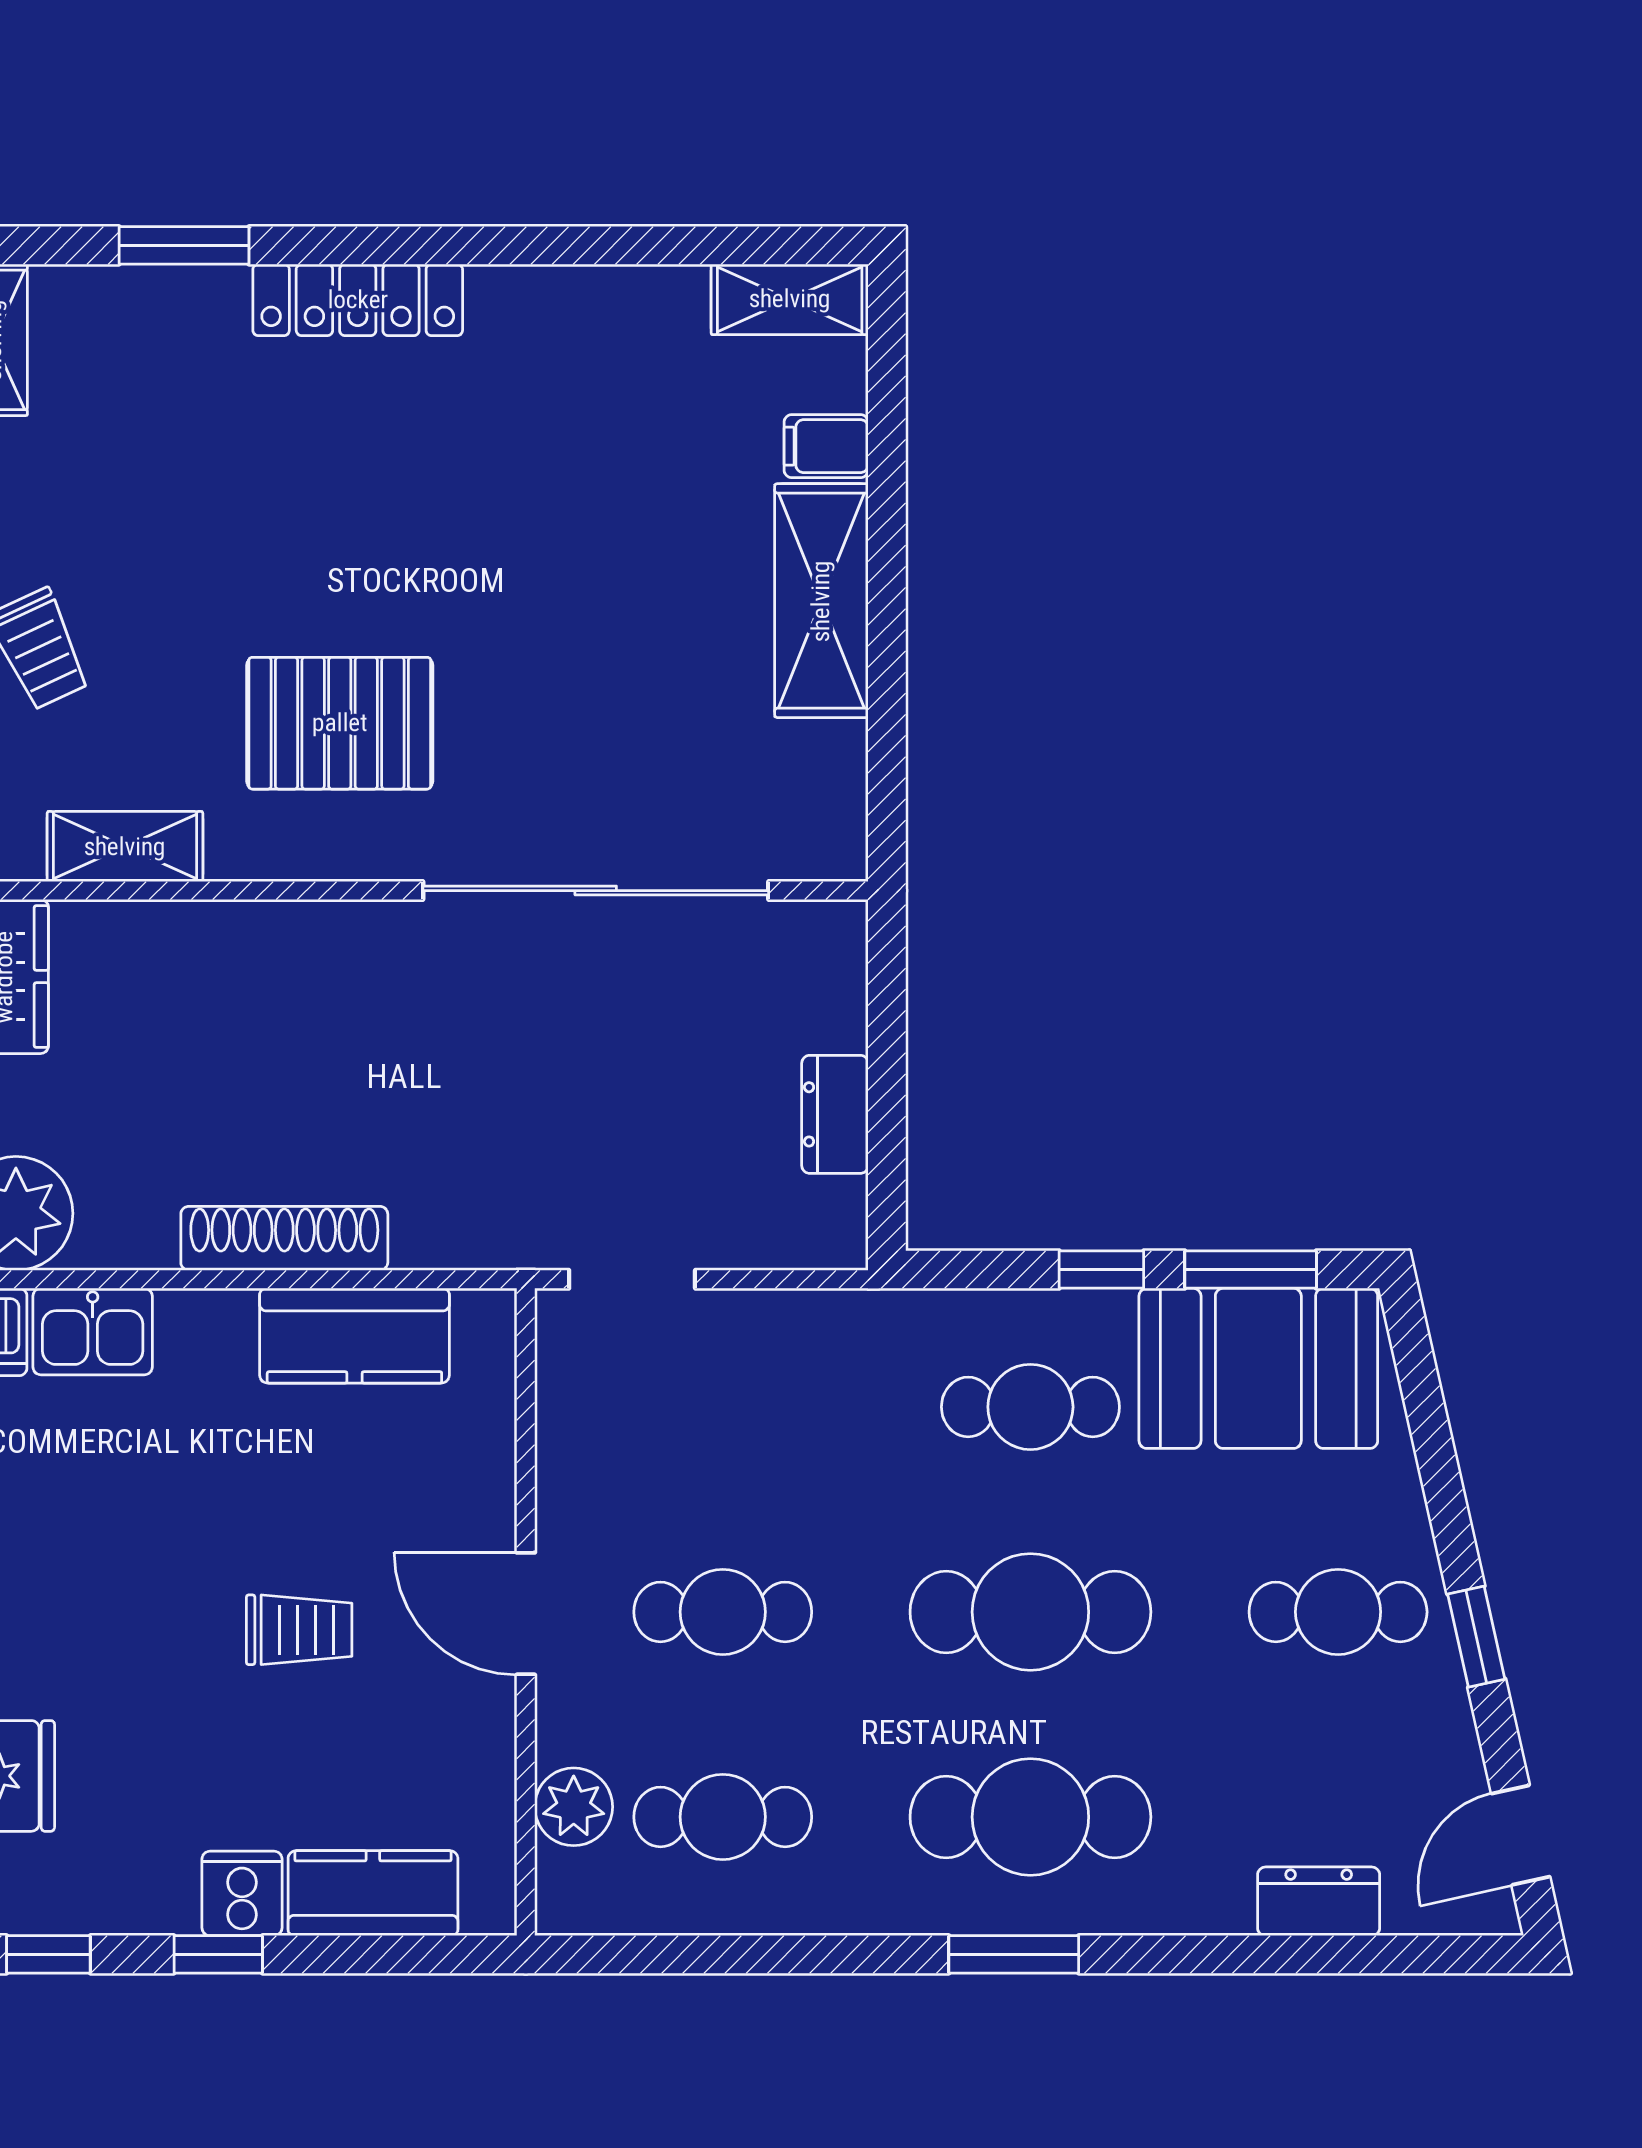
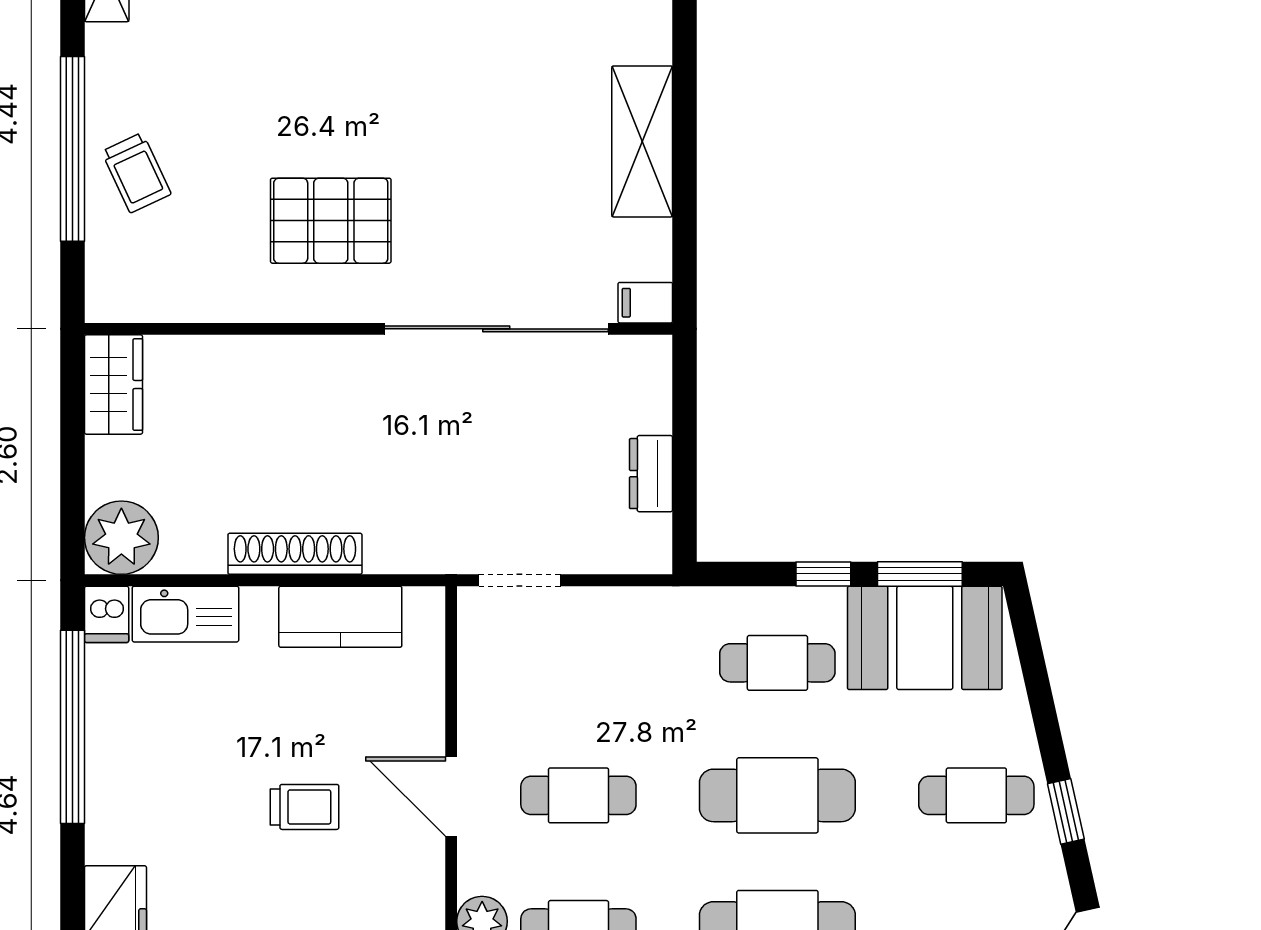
filing cabinet: (826, 446) -> (645, 303), moved
shelving: (125, 847) -> (192, 300), removed
kitchen sink: (93, 1332) -> (185, 614), width x1.38

